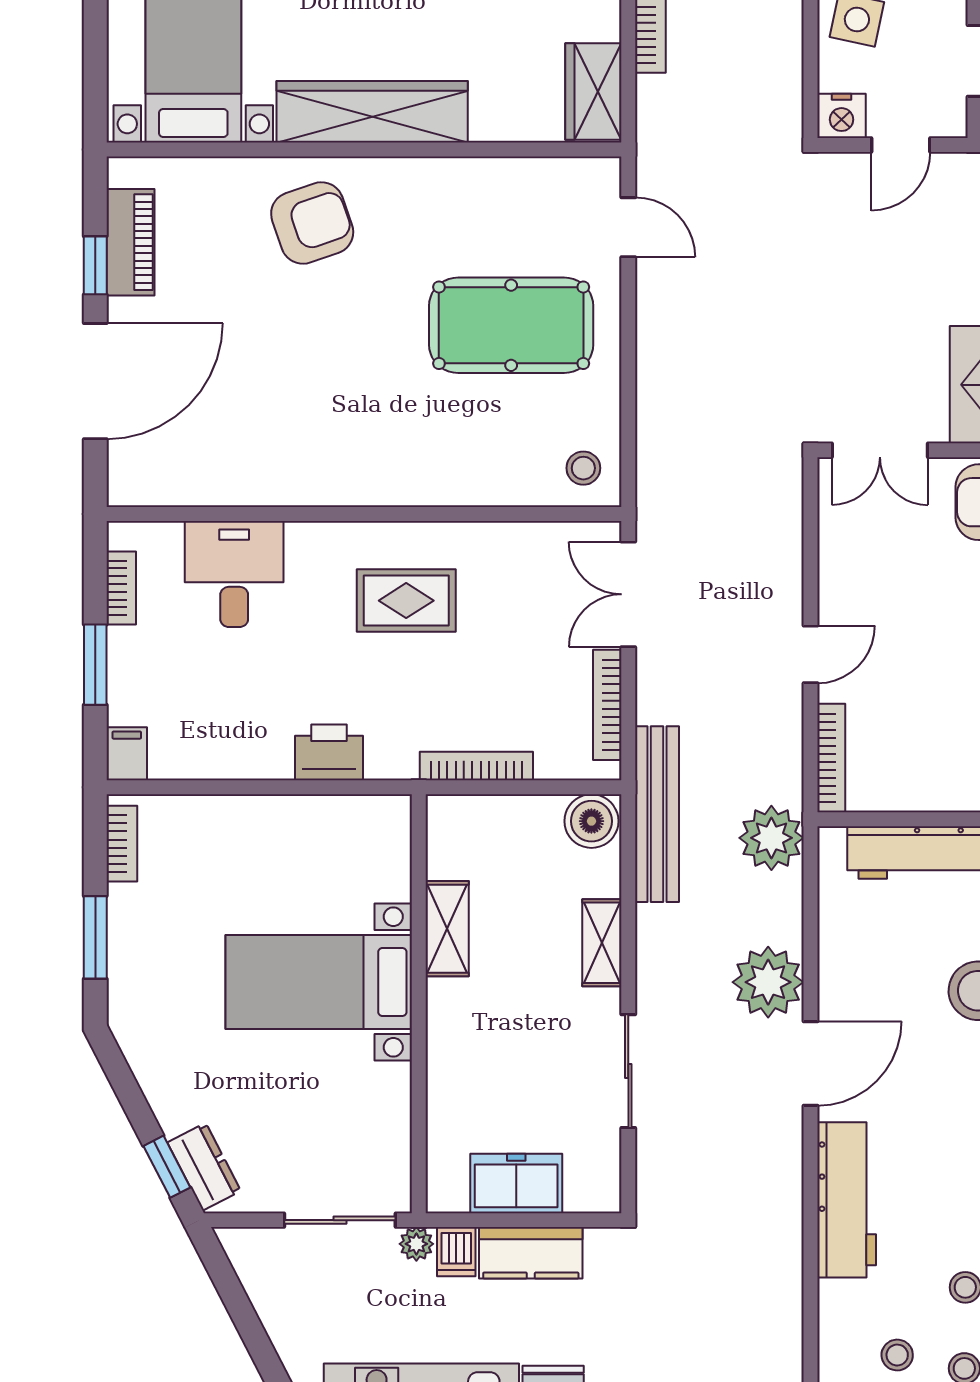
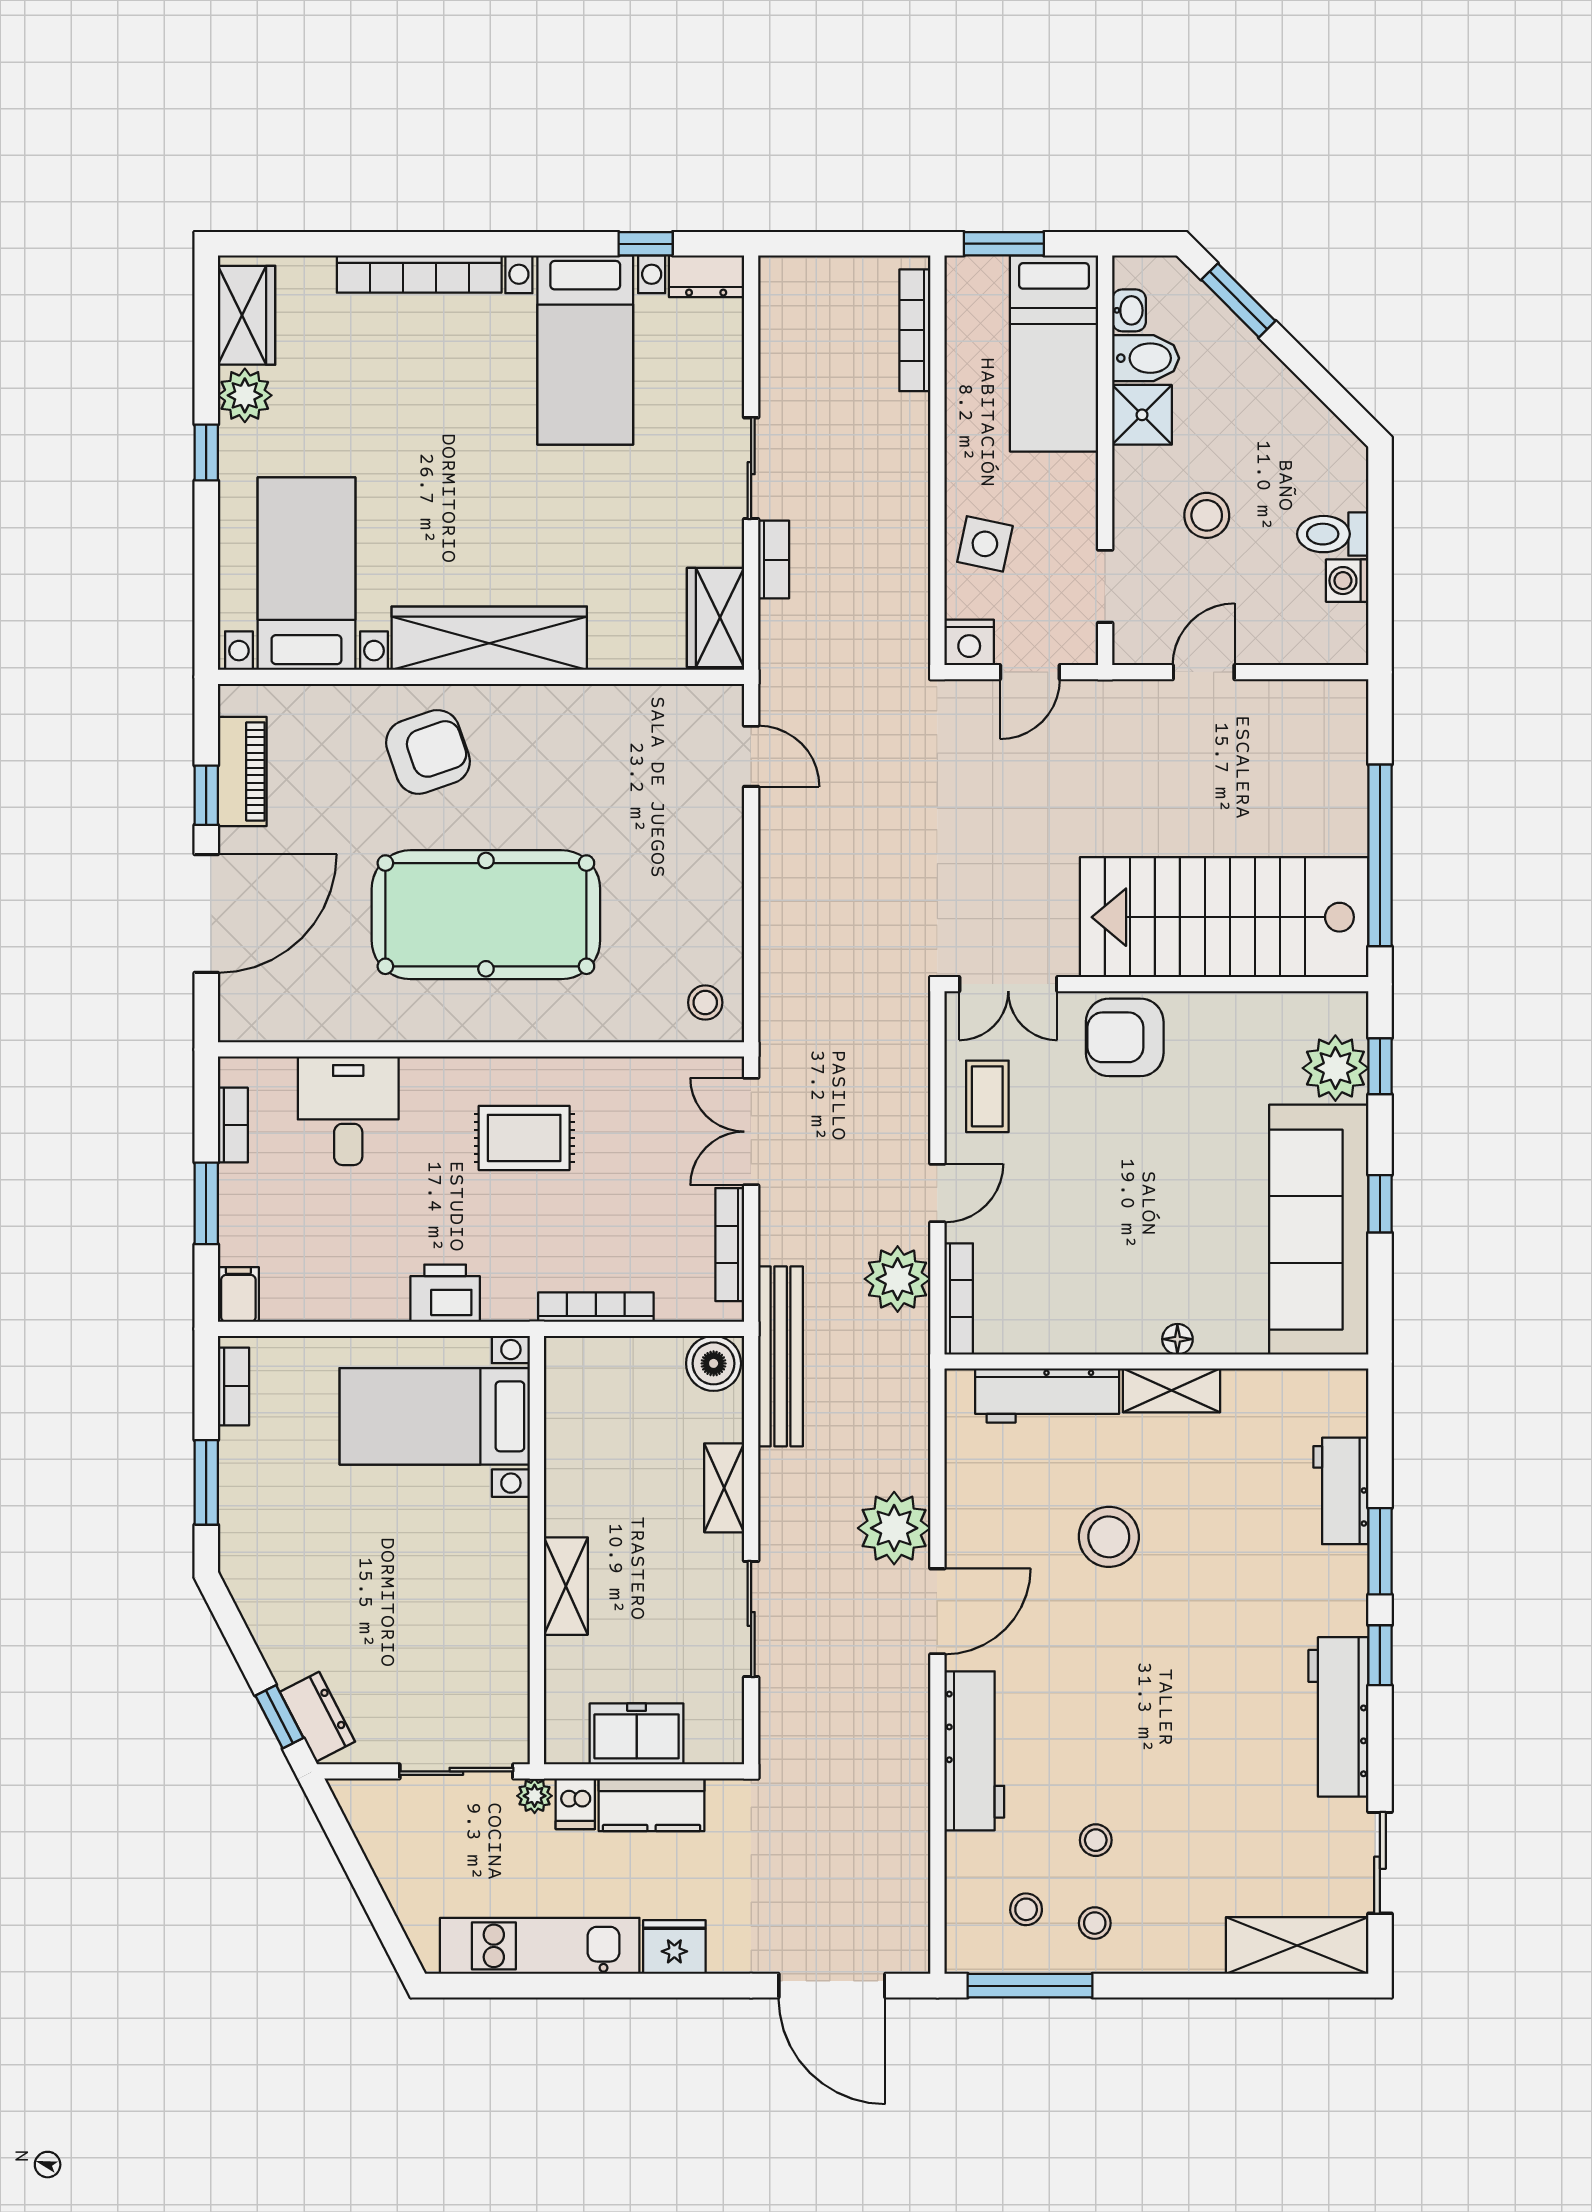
pool table: (511, 325) -> (486, 915), moved, width x1.36, depth x1.32
coffee table: (859, 560) -> (987, 1096), added
plant: (771, 838) -> (898, 1279), moved
shelving: (447, 929) -> (566, 1586), moved
bed with nightstands: (319, 982) -> (435, 1416), moved

